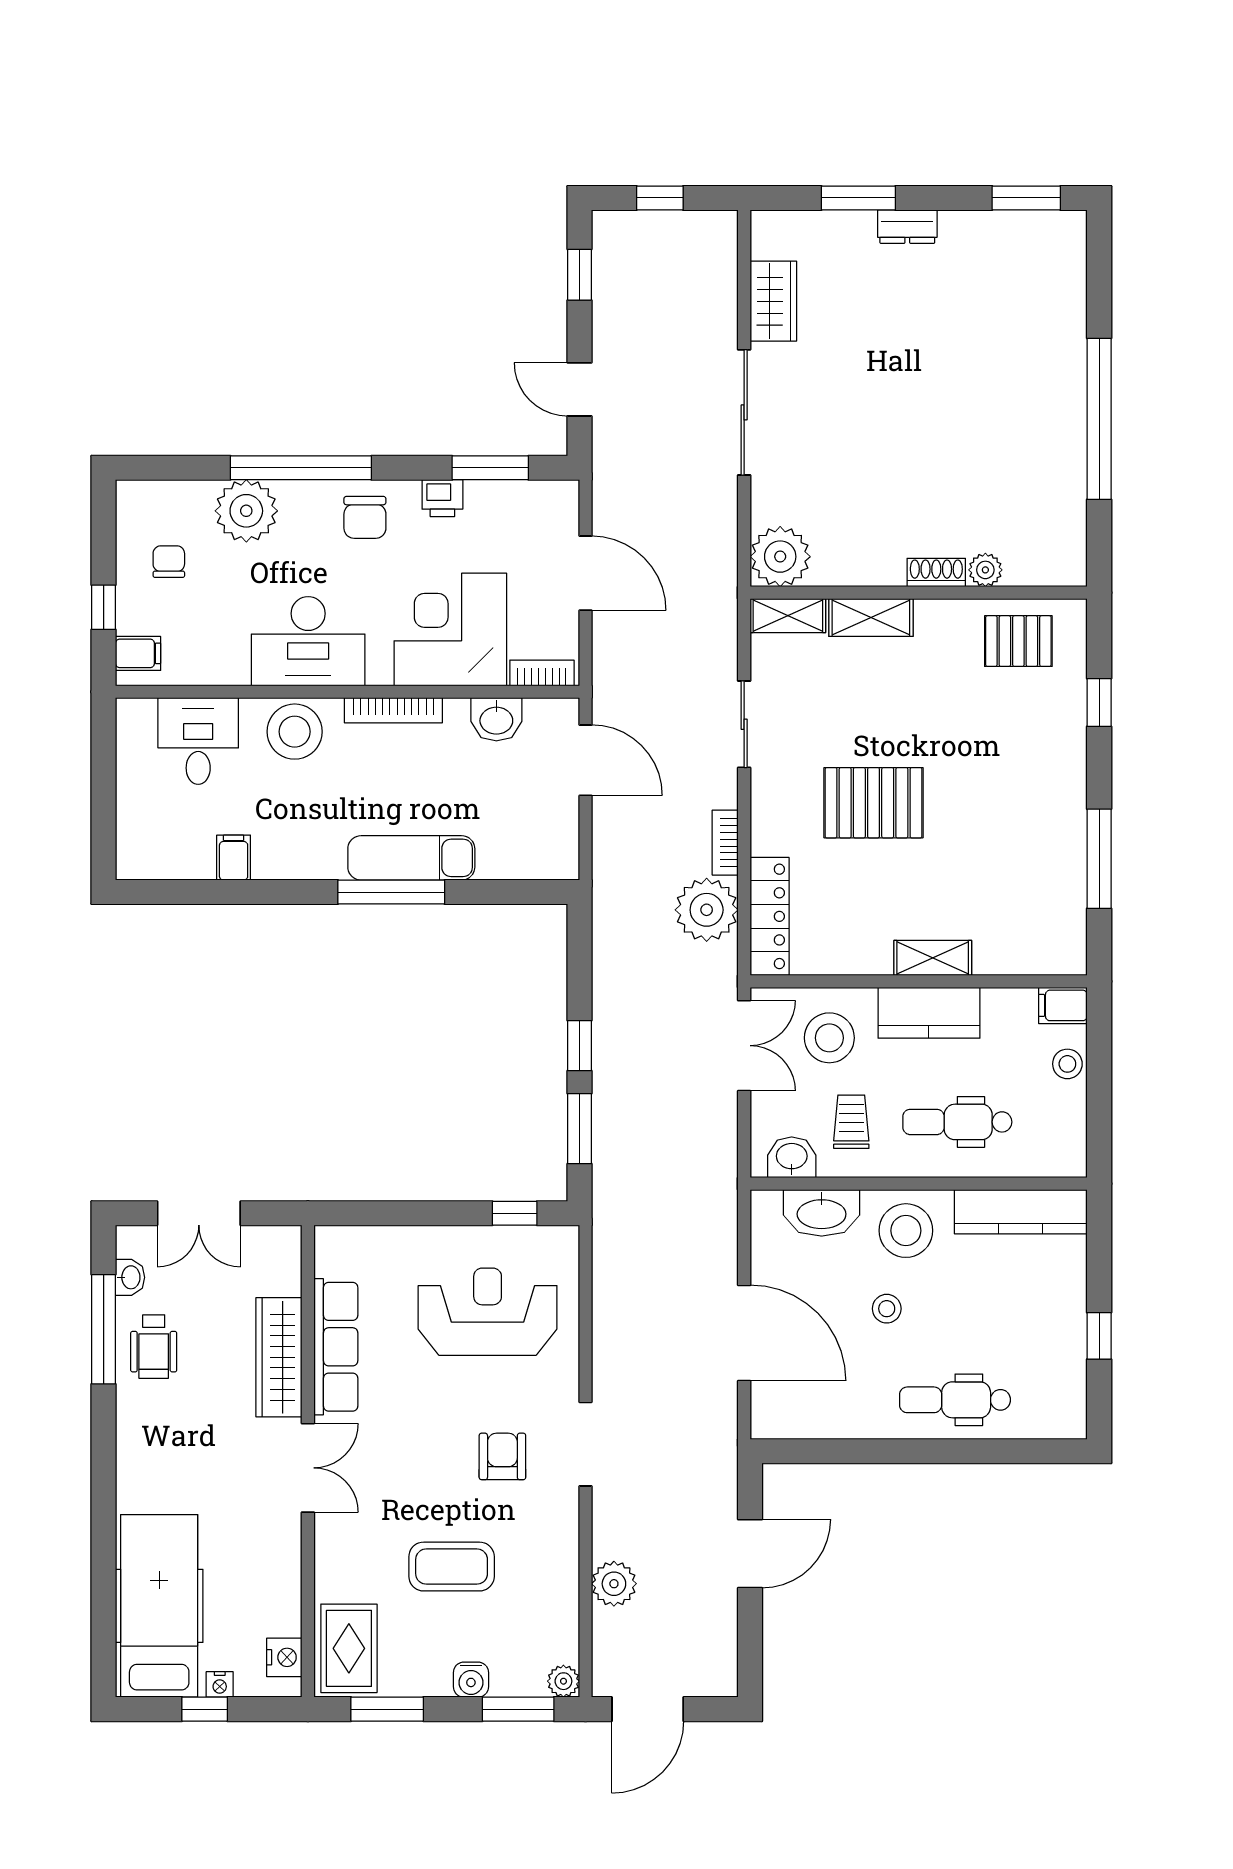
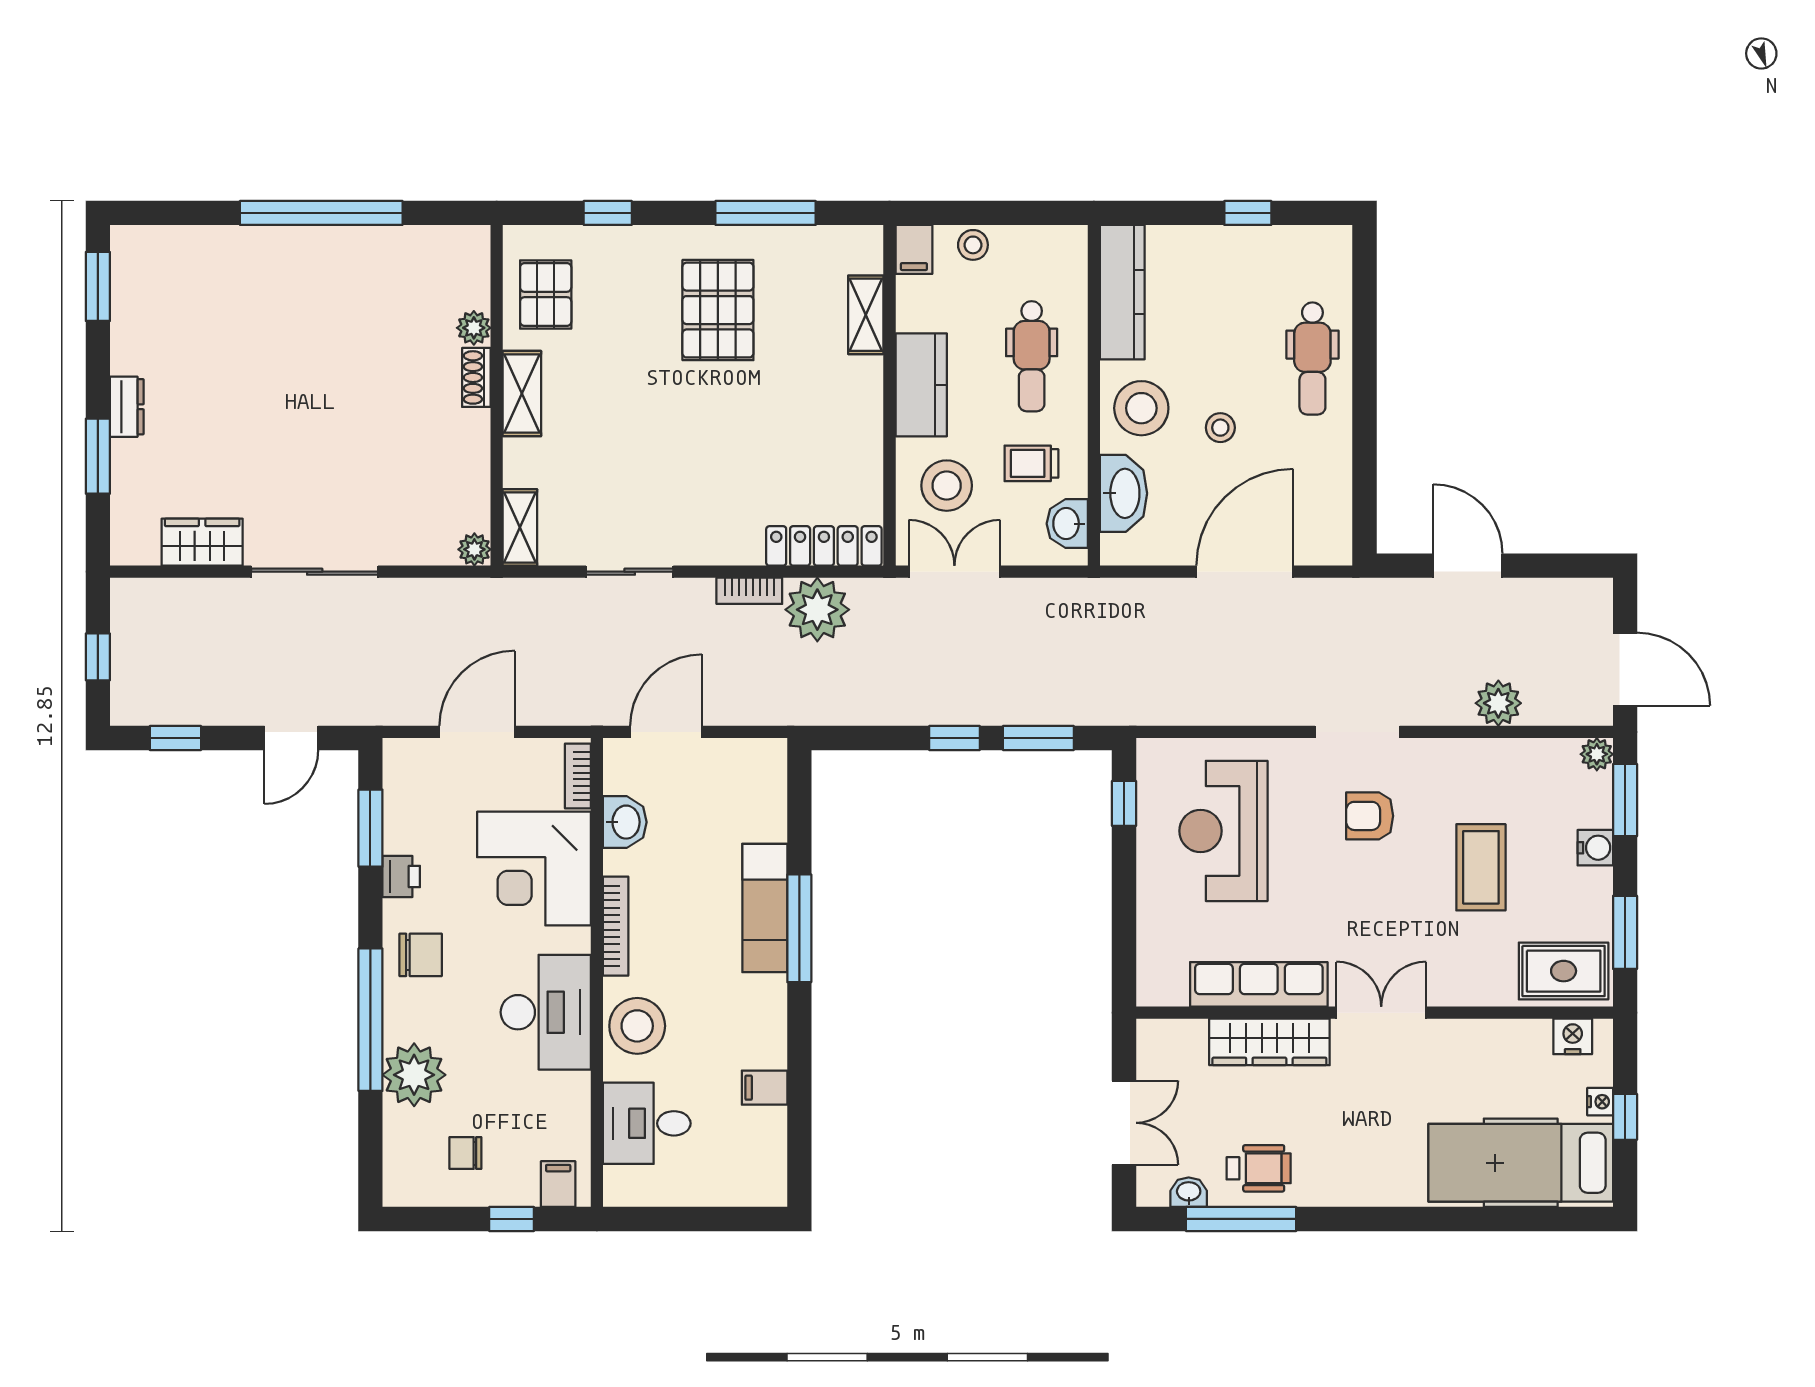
plant: (780, 557) -> (474, 549), width x0.53, depth x0.53
shelving: (871, 618) -> (522, 394), moved
pallet: (874, 803) -> (718, 310), moved
shelving: (933, 958) -> (866, 315), moved

